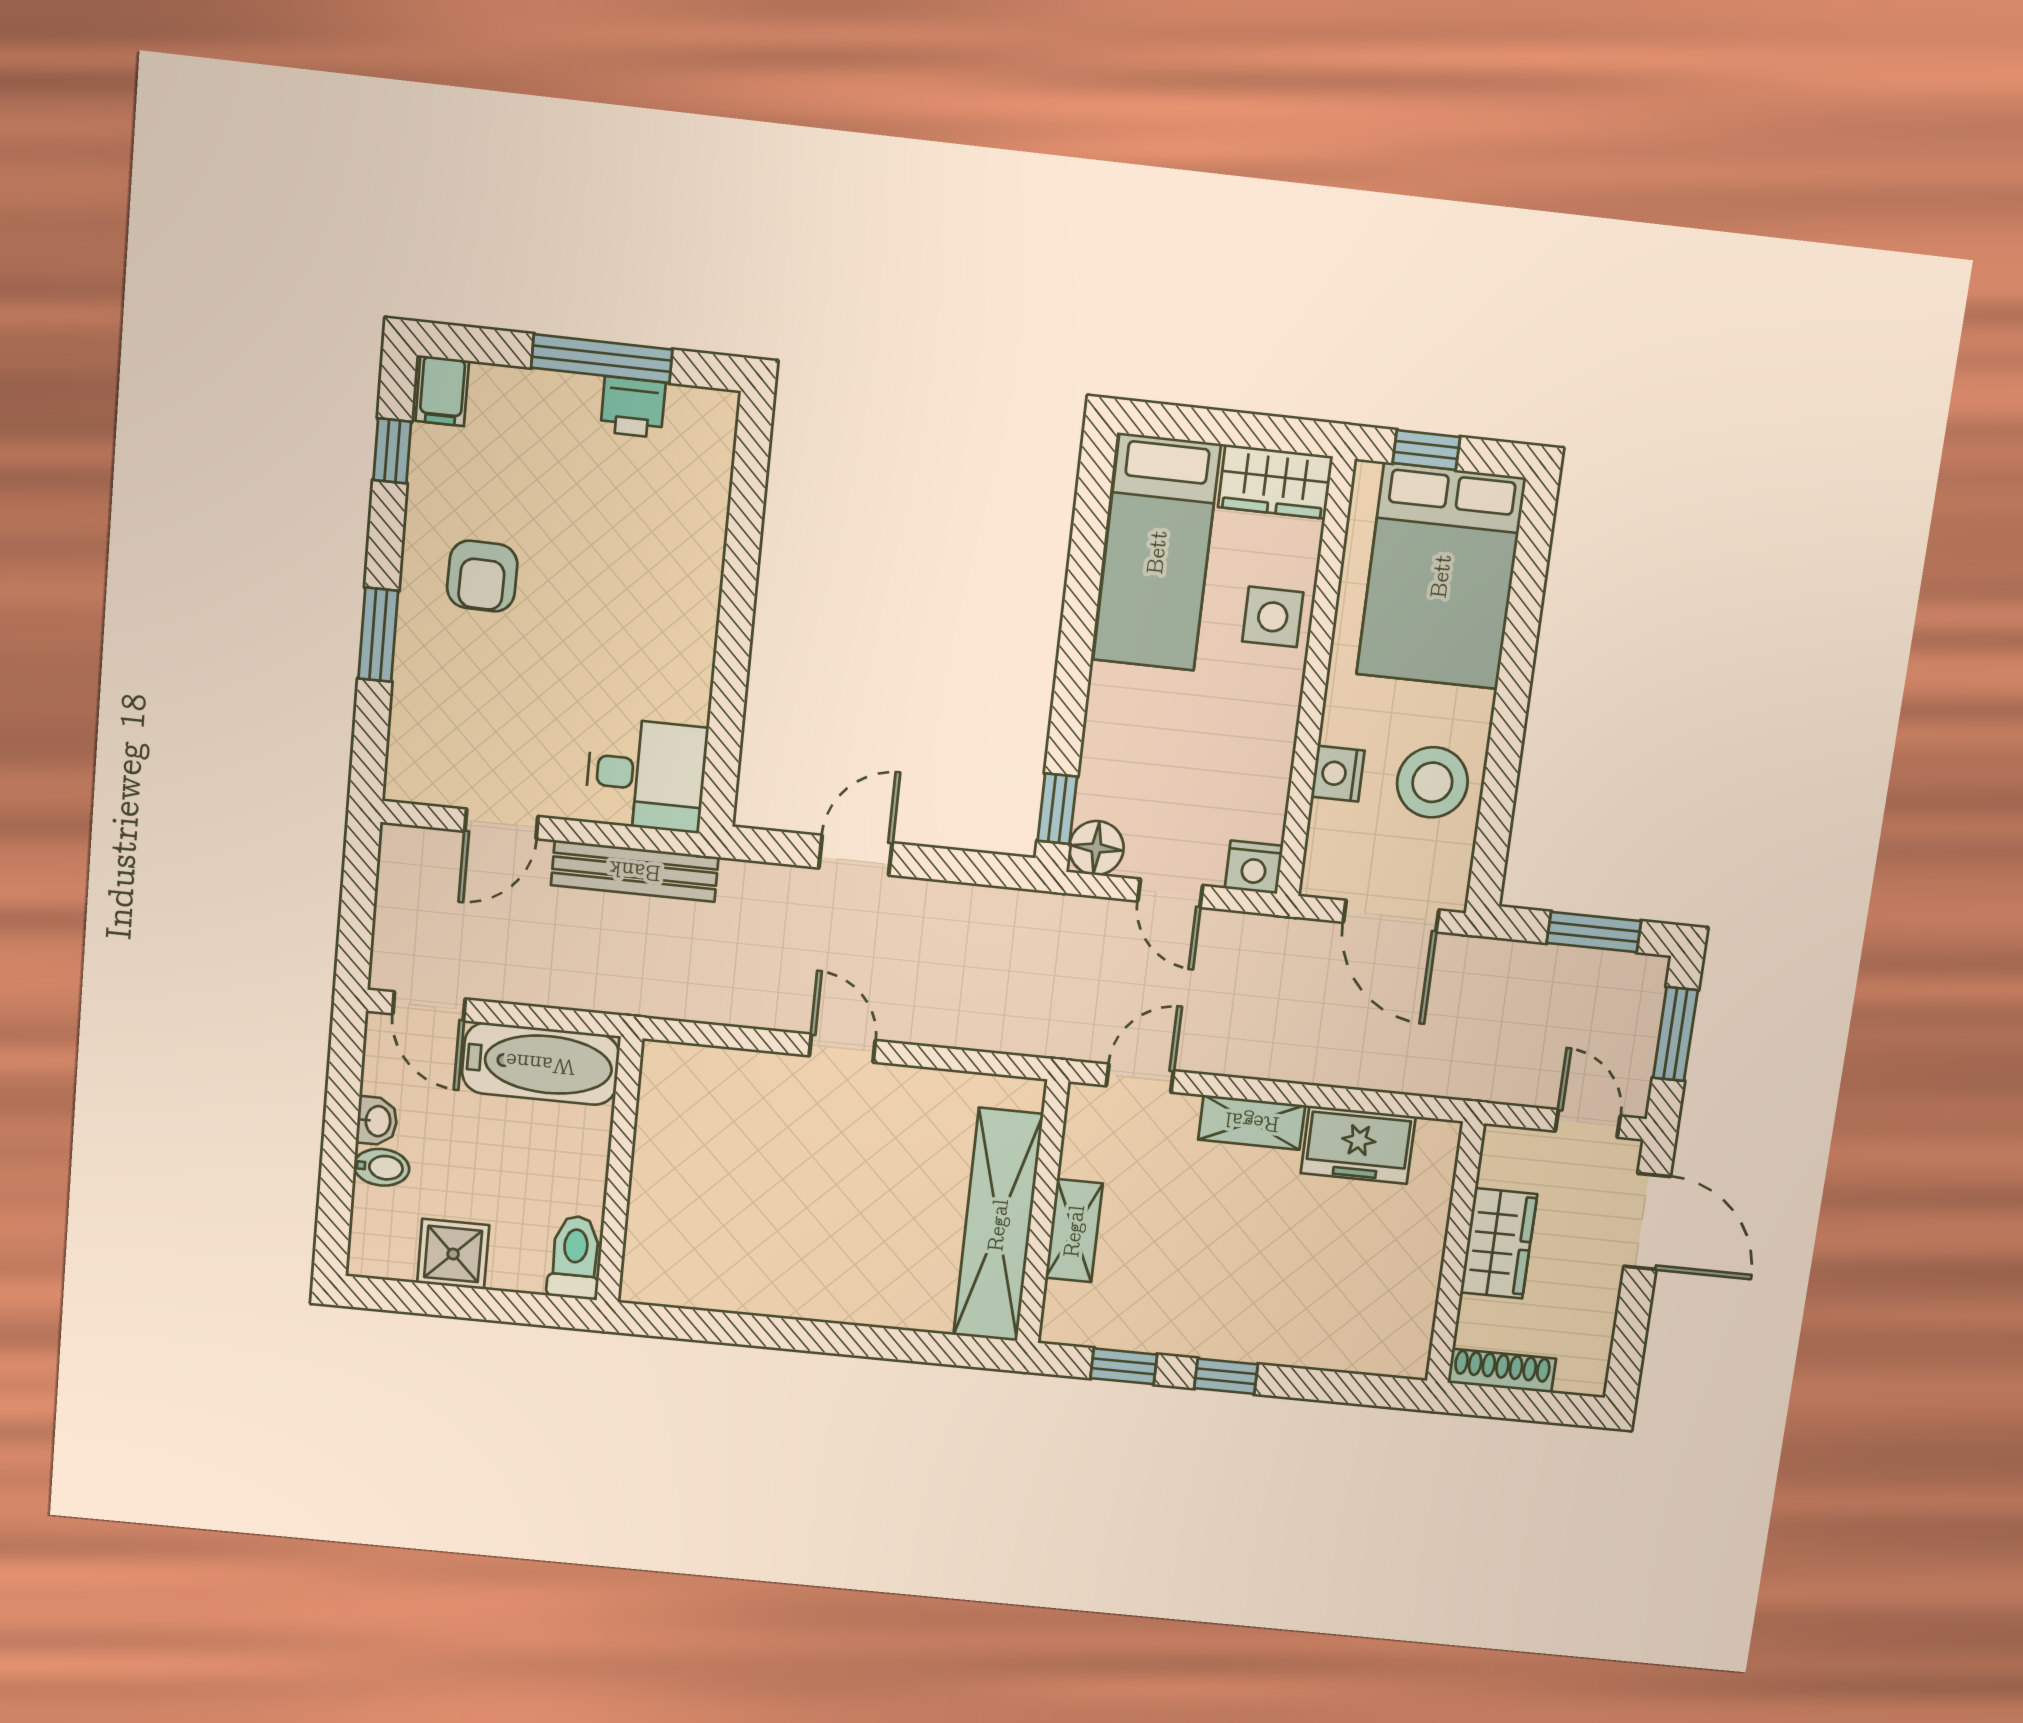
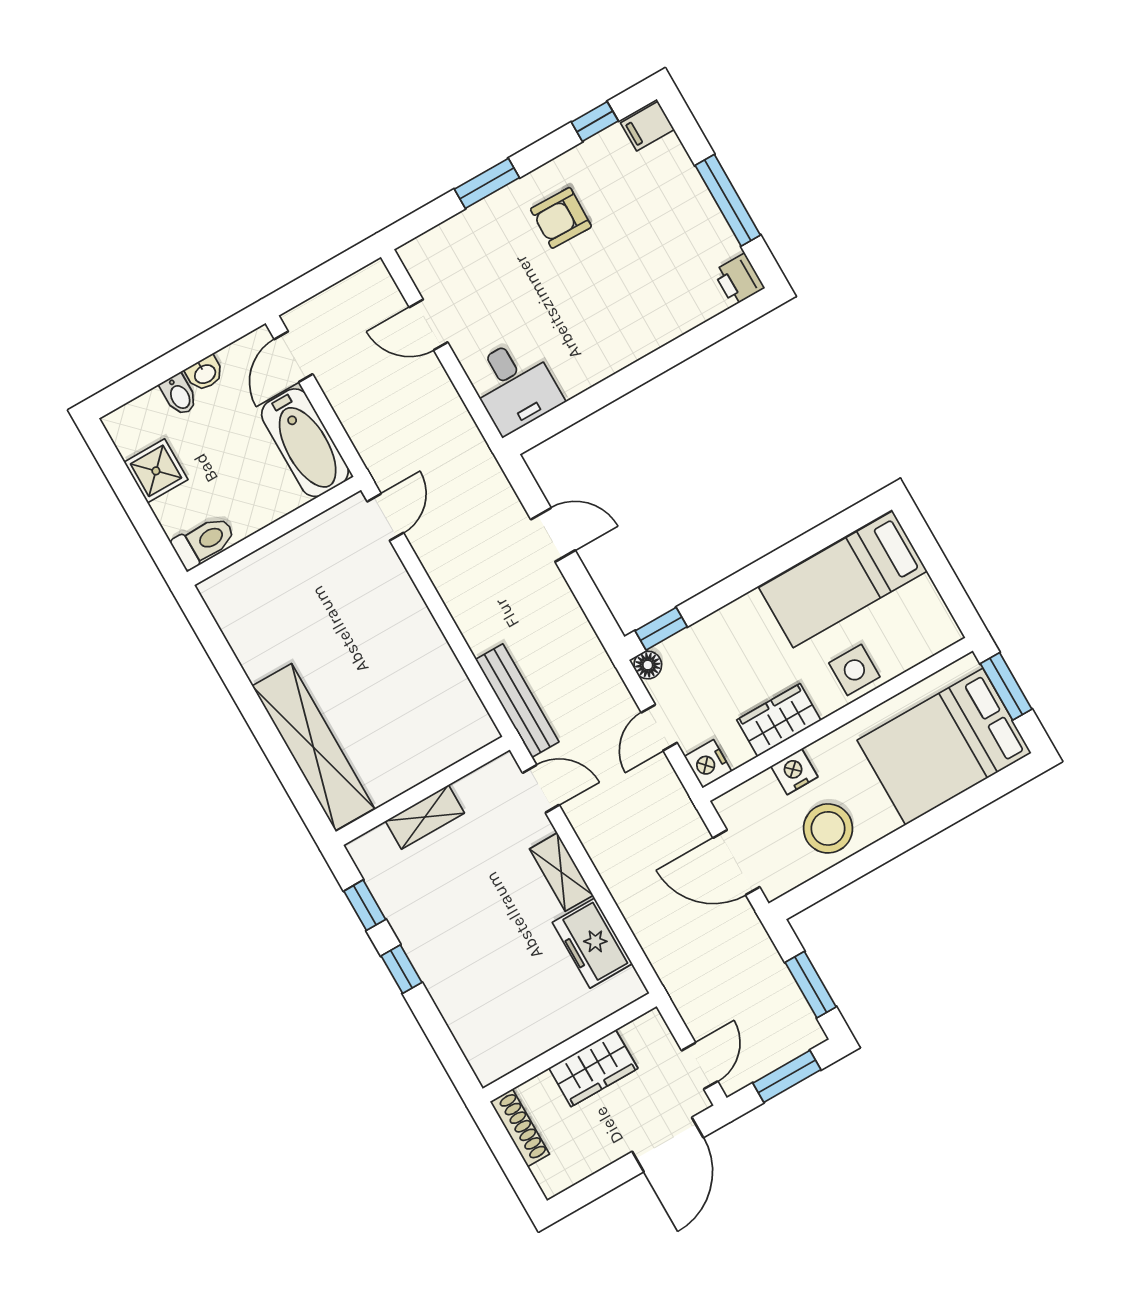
printer: (633, 407) -> (739, 279), moved
window: (1426, 450) -> (1006, 686), width x1.50
wardrobe: (1275, 482) -> (779, 720), moved, turned 90
floor lamp: (1096, 848) -> (648, 665), width x0.73, depth x0.73
bench: (635, 871) -> (517, 701), moved
door: (1391, 916) -> (736, 862), hinge flipped
door: (842, 1048) -> (385, 517), moved
shelving: (998, 1225) -> (313, 747), moved, turned 90

